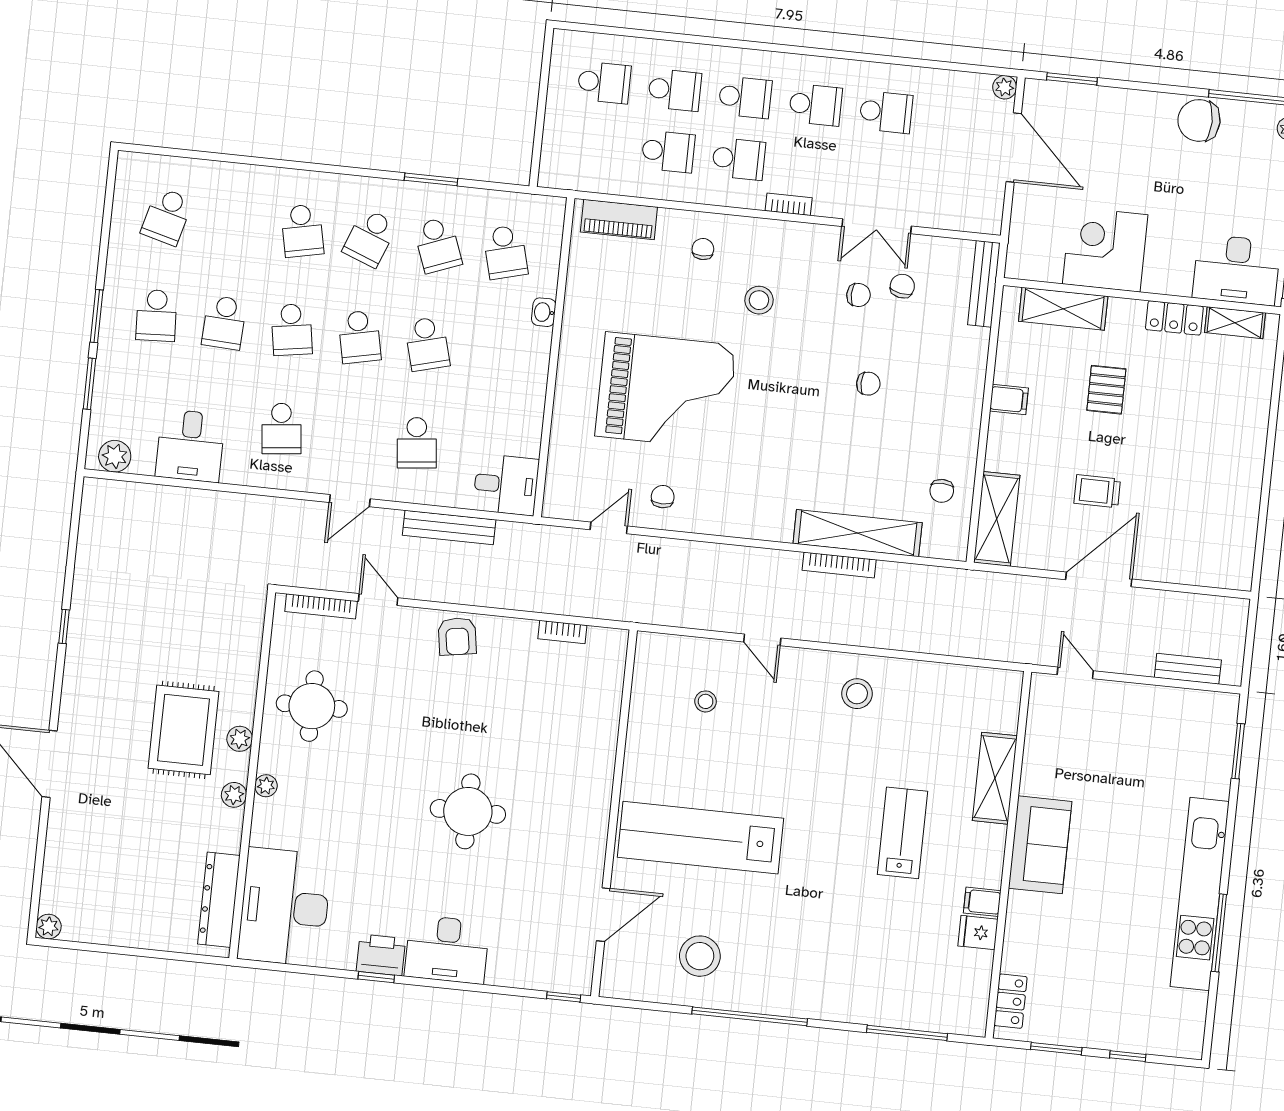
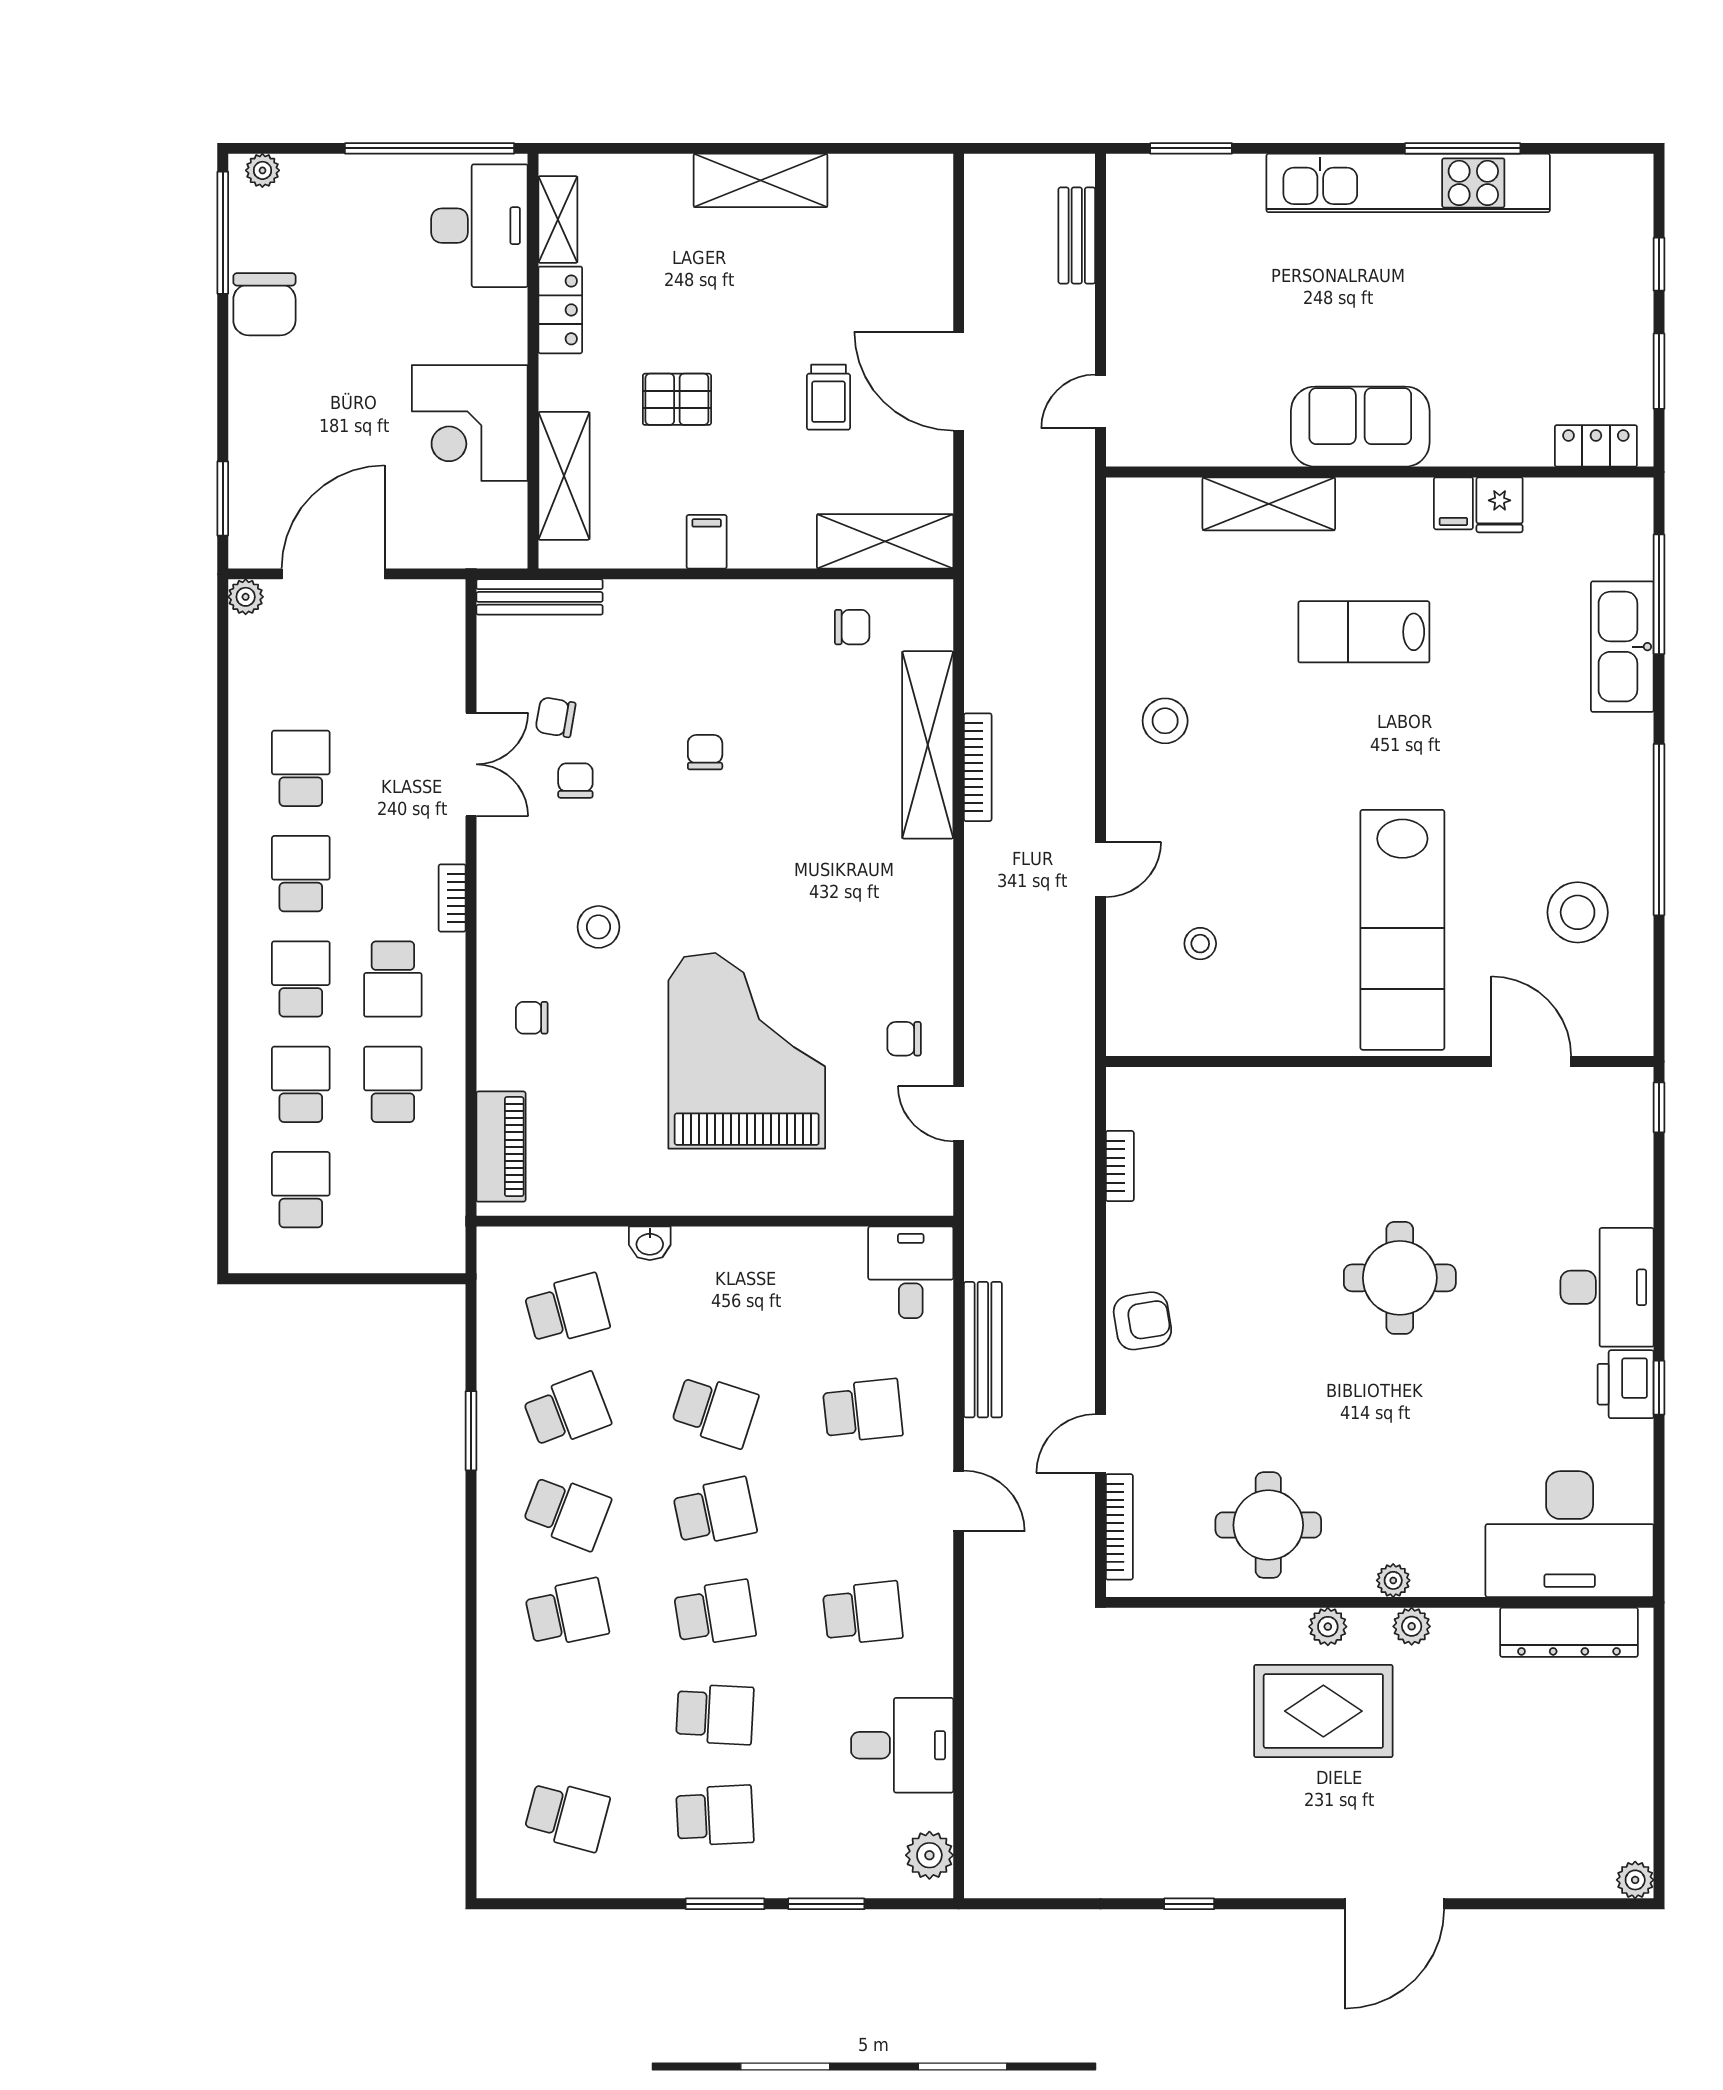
school desk: (739, 159) -> (393, 979), turned 180
school desk: (427, 344) -> (715, 1411), turned 33
shelving: (1247, 461) -> (761, 180), added
kitchen sink: (874, 1005) -> (1622, 647), added

